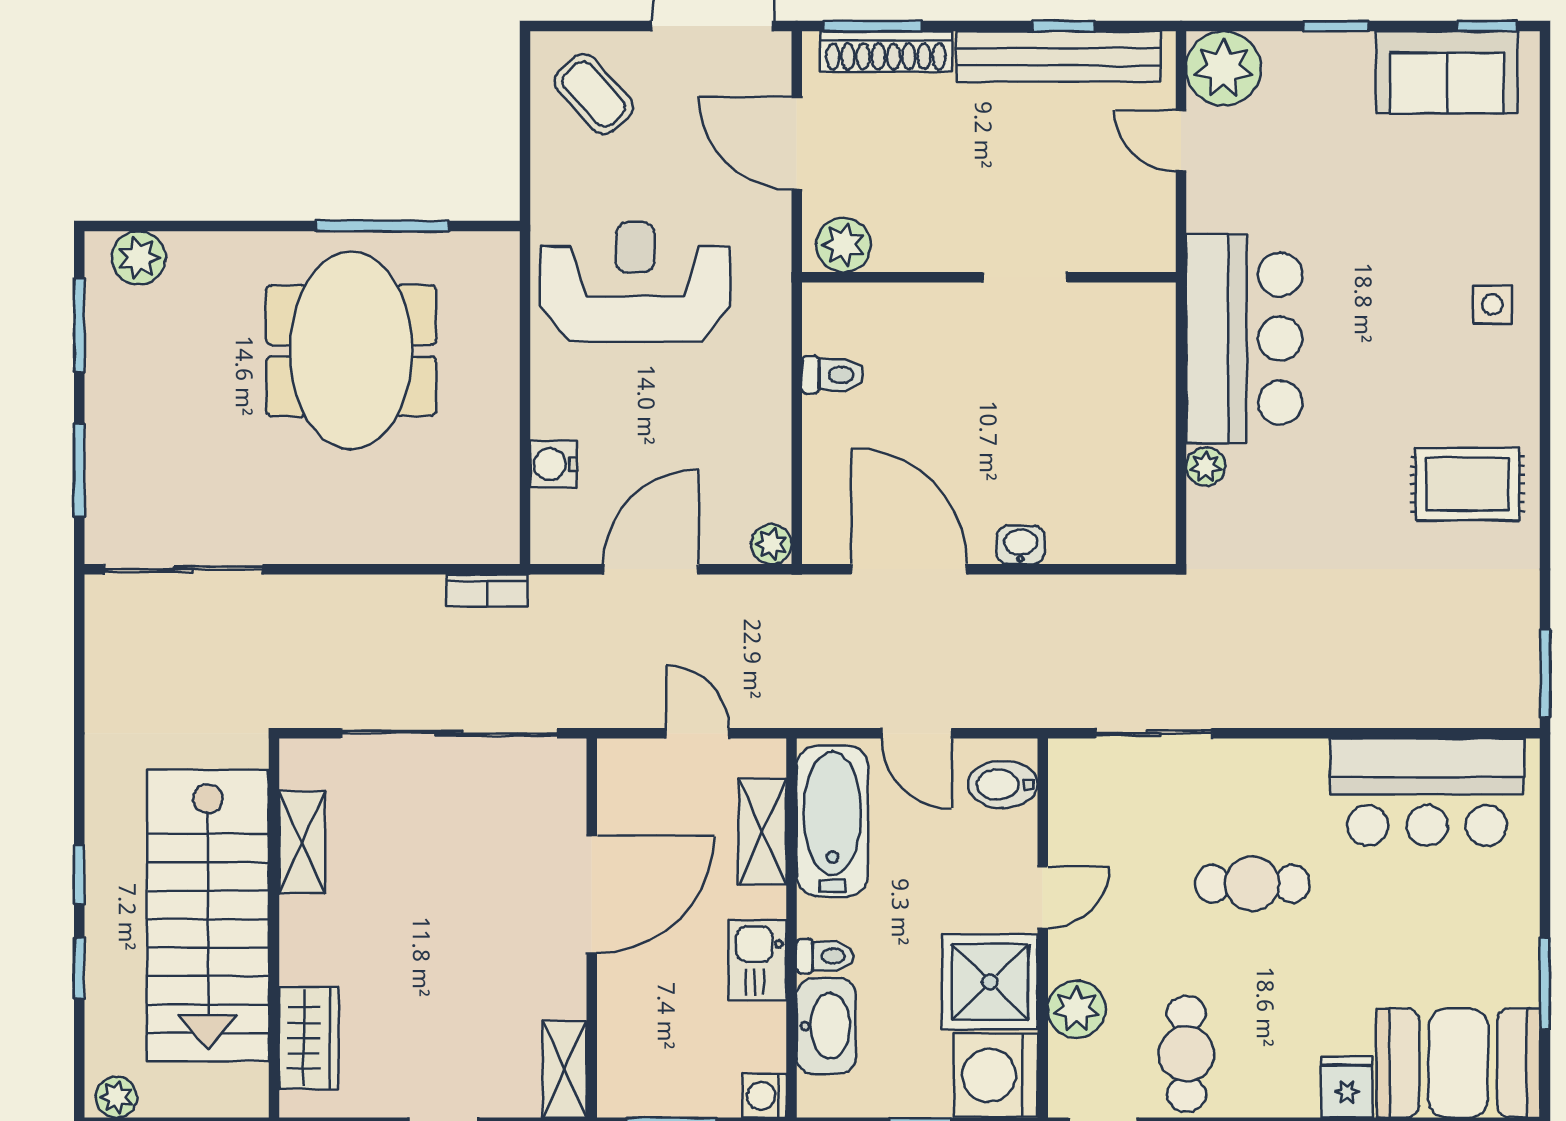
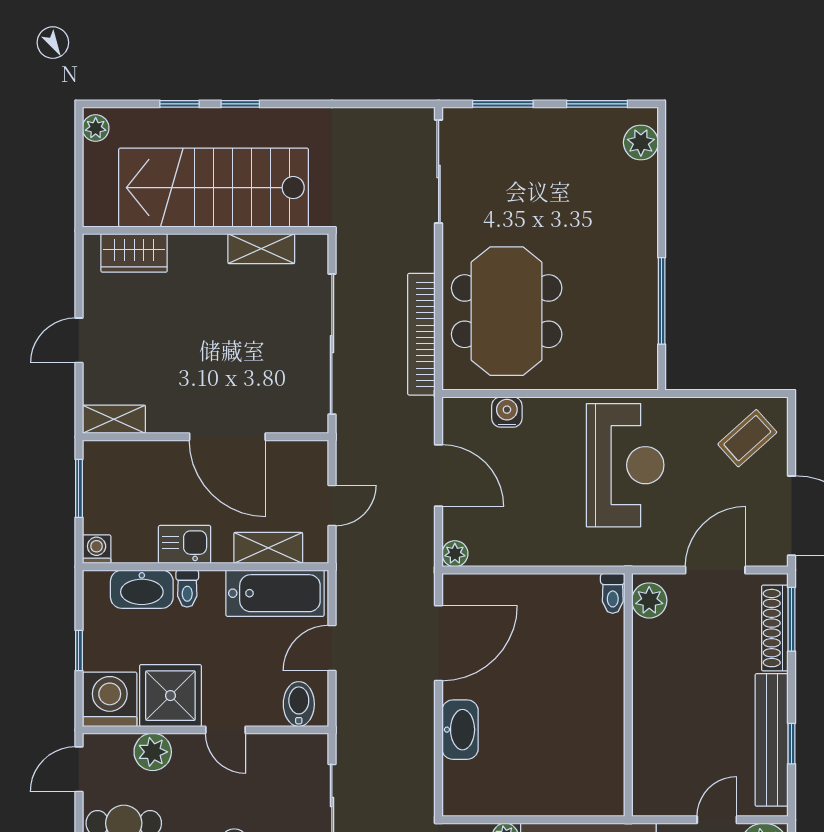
doorway: (1025, 277) -> (628, 718), removed
meeting table: (351, 351) -> (507, 311), moved, turned 90
toilet: (833, 375) -> (613, 593), moved
washbasin: (1020, 545) -> (460, 730), width x1.91, depth x1.45
bookcase: (487, 591) -> (421, 334), width x2.31, depth x1.31

